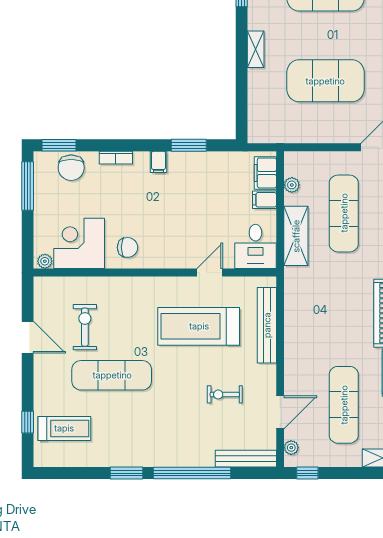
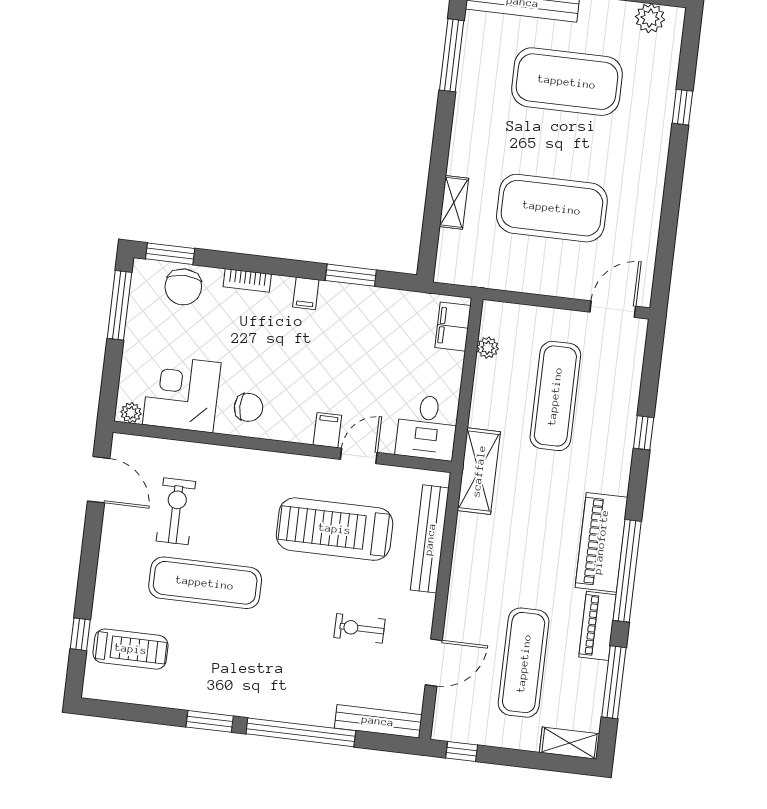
shelving: (256, 49) -> (454, 202), moved
filing cabinet: (265, 200) -> (327, 430), moved, turned 90
shelving: (296, 236) -> (479, 471), moved
door: (28, 337) -> (99, 480), moved
plant: (291, 448) -> (443, 713), removed

